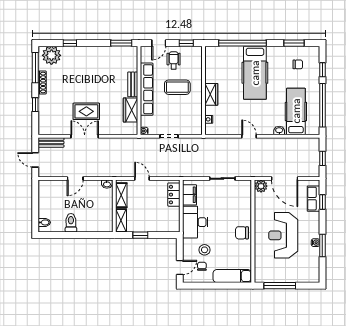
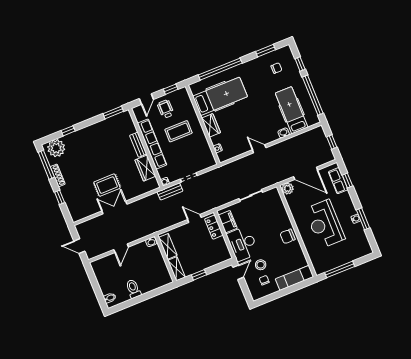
hospital bed: (255, 73) -> (220, 96), moved, turned -90
bench: (51, 142) -> (170, 191), moved
door: (142, 178) -> (194, 218), moved
door: (180, 267) -> (238, 272), moved

